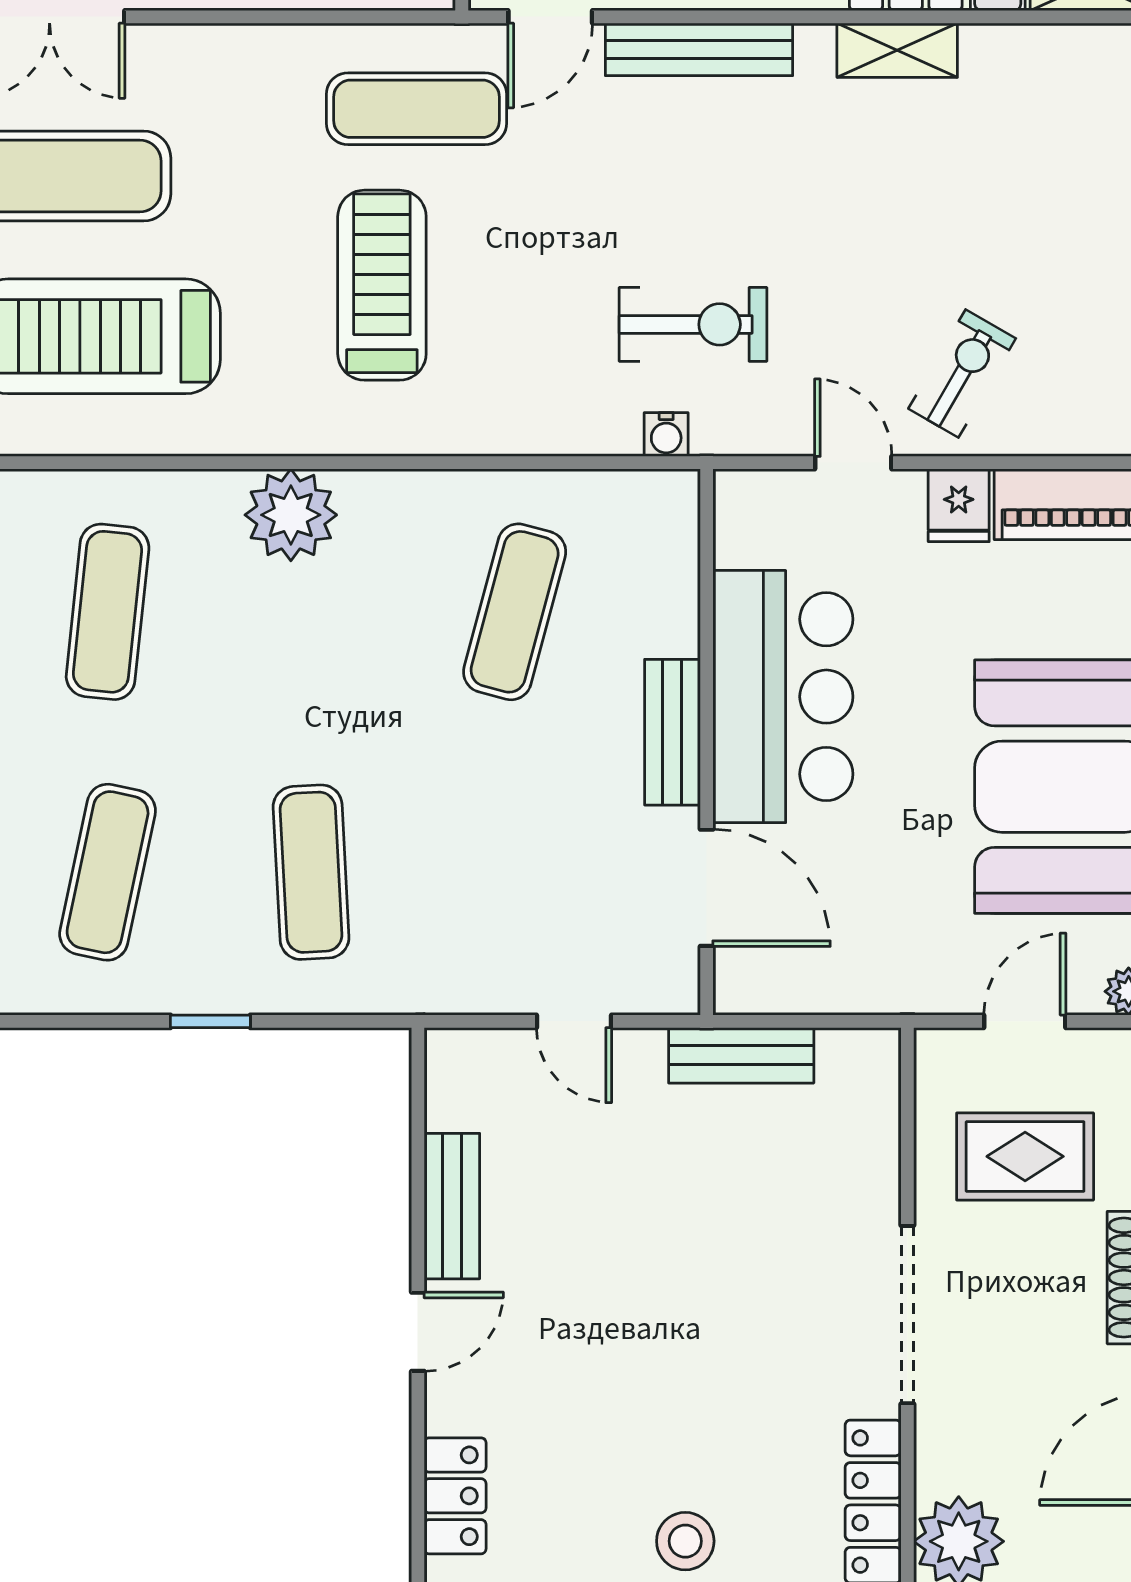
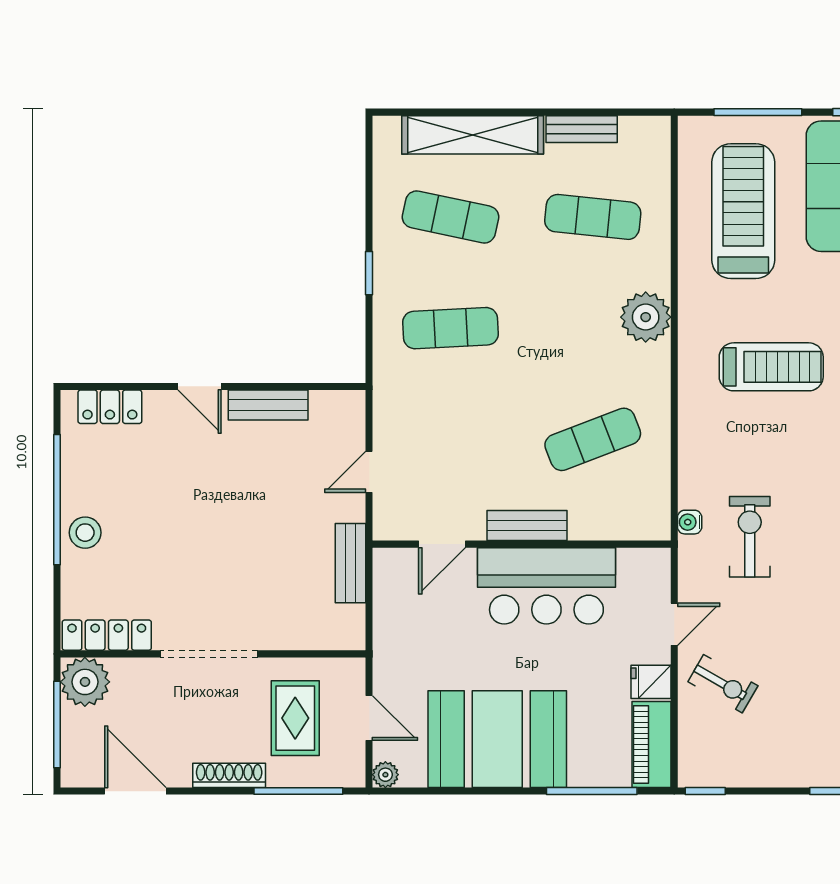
exercise bike: (693, 324) -> (750, 537), turned 180
exercise mat: (515, 612) -> (593, 439), turned -36
door: (707, 888) -> (442, 544), width x0.73

